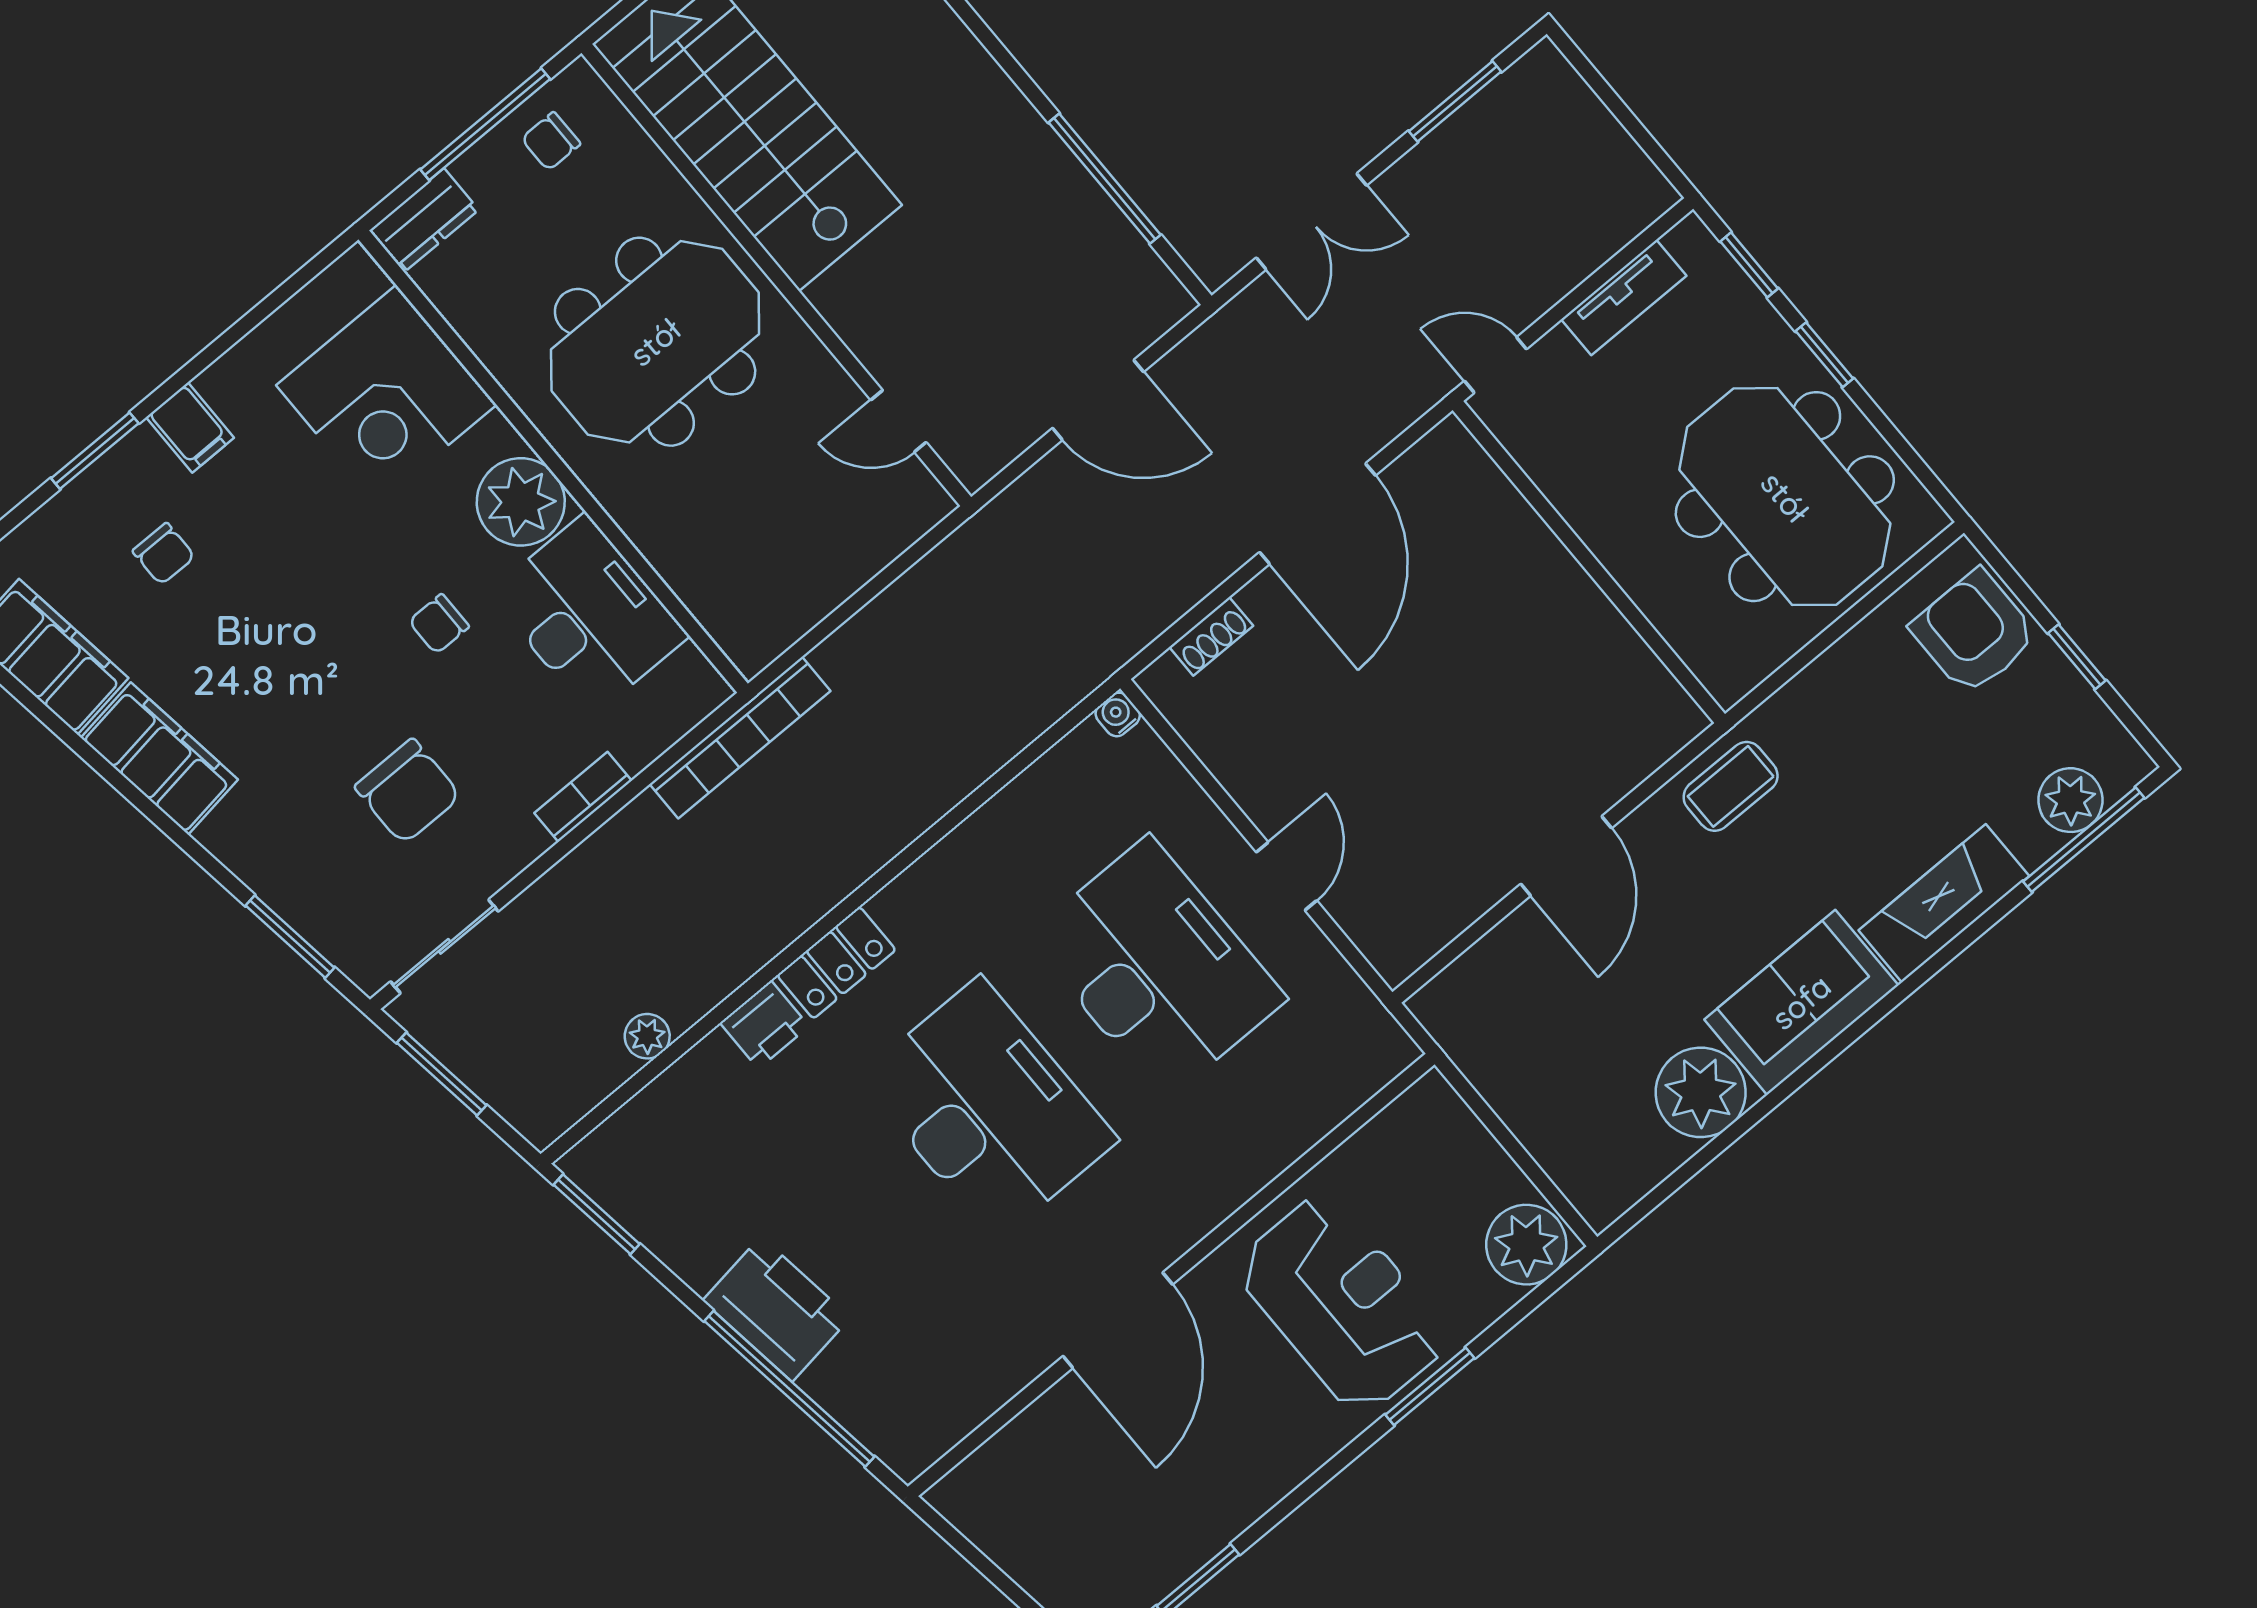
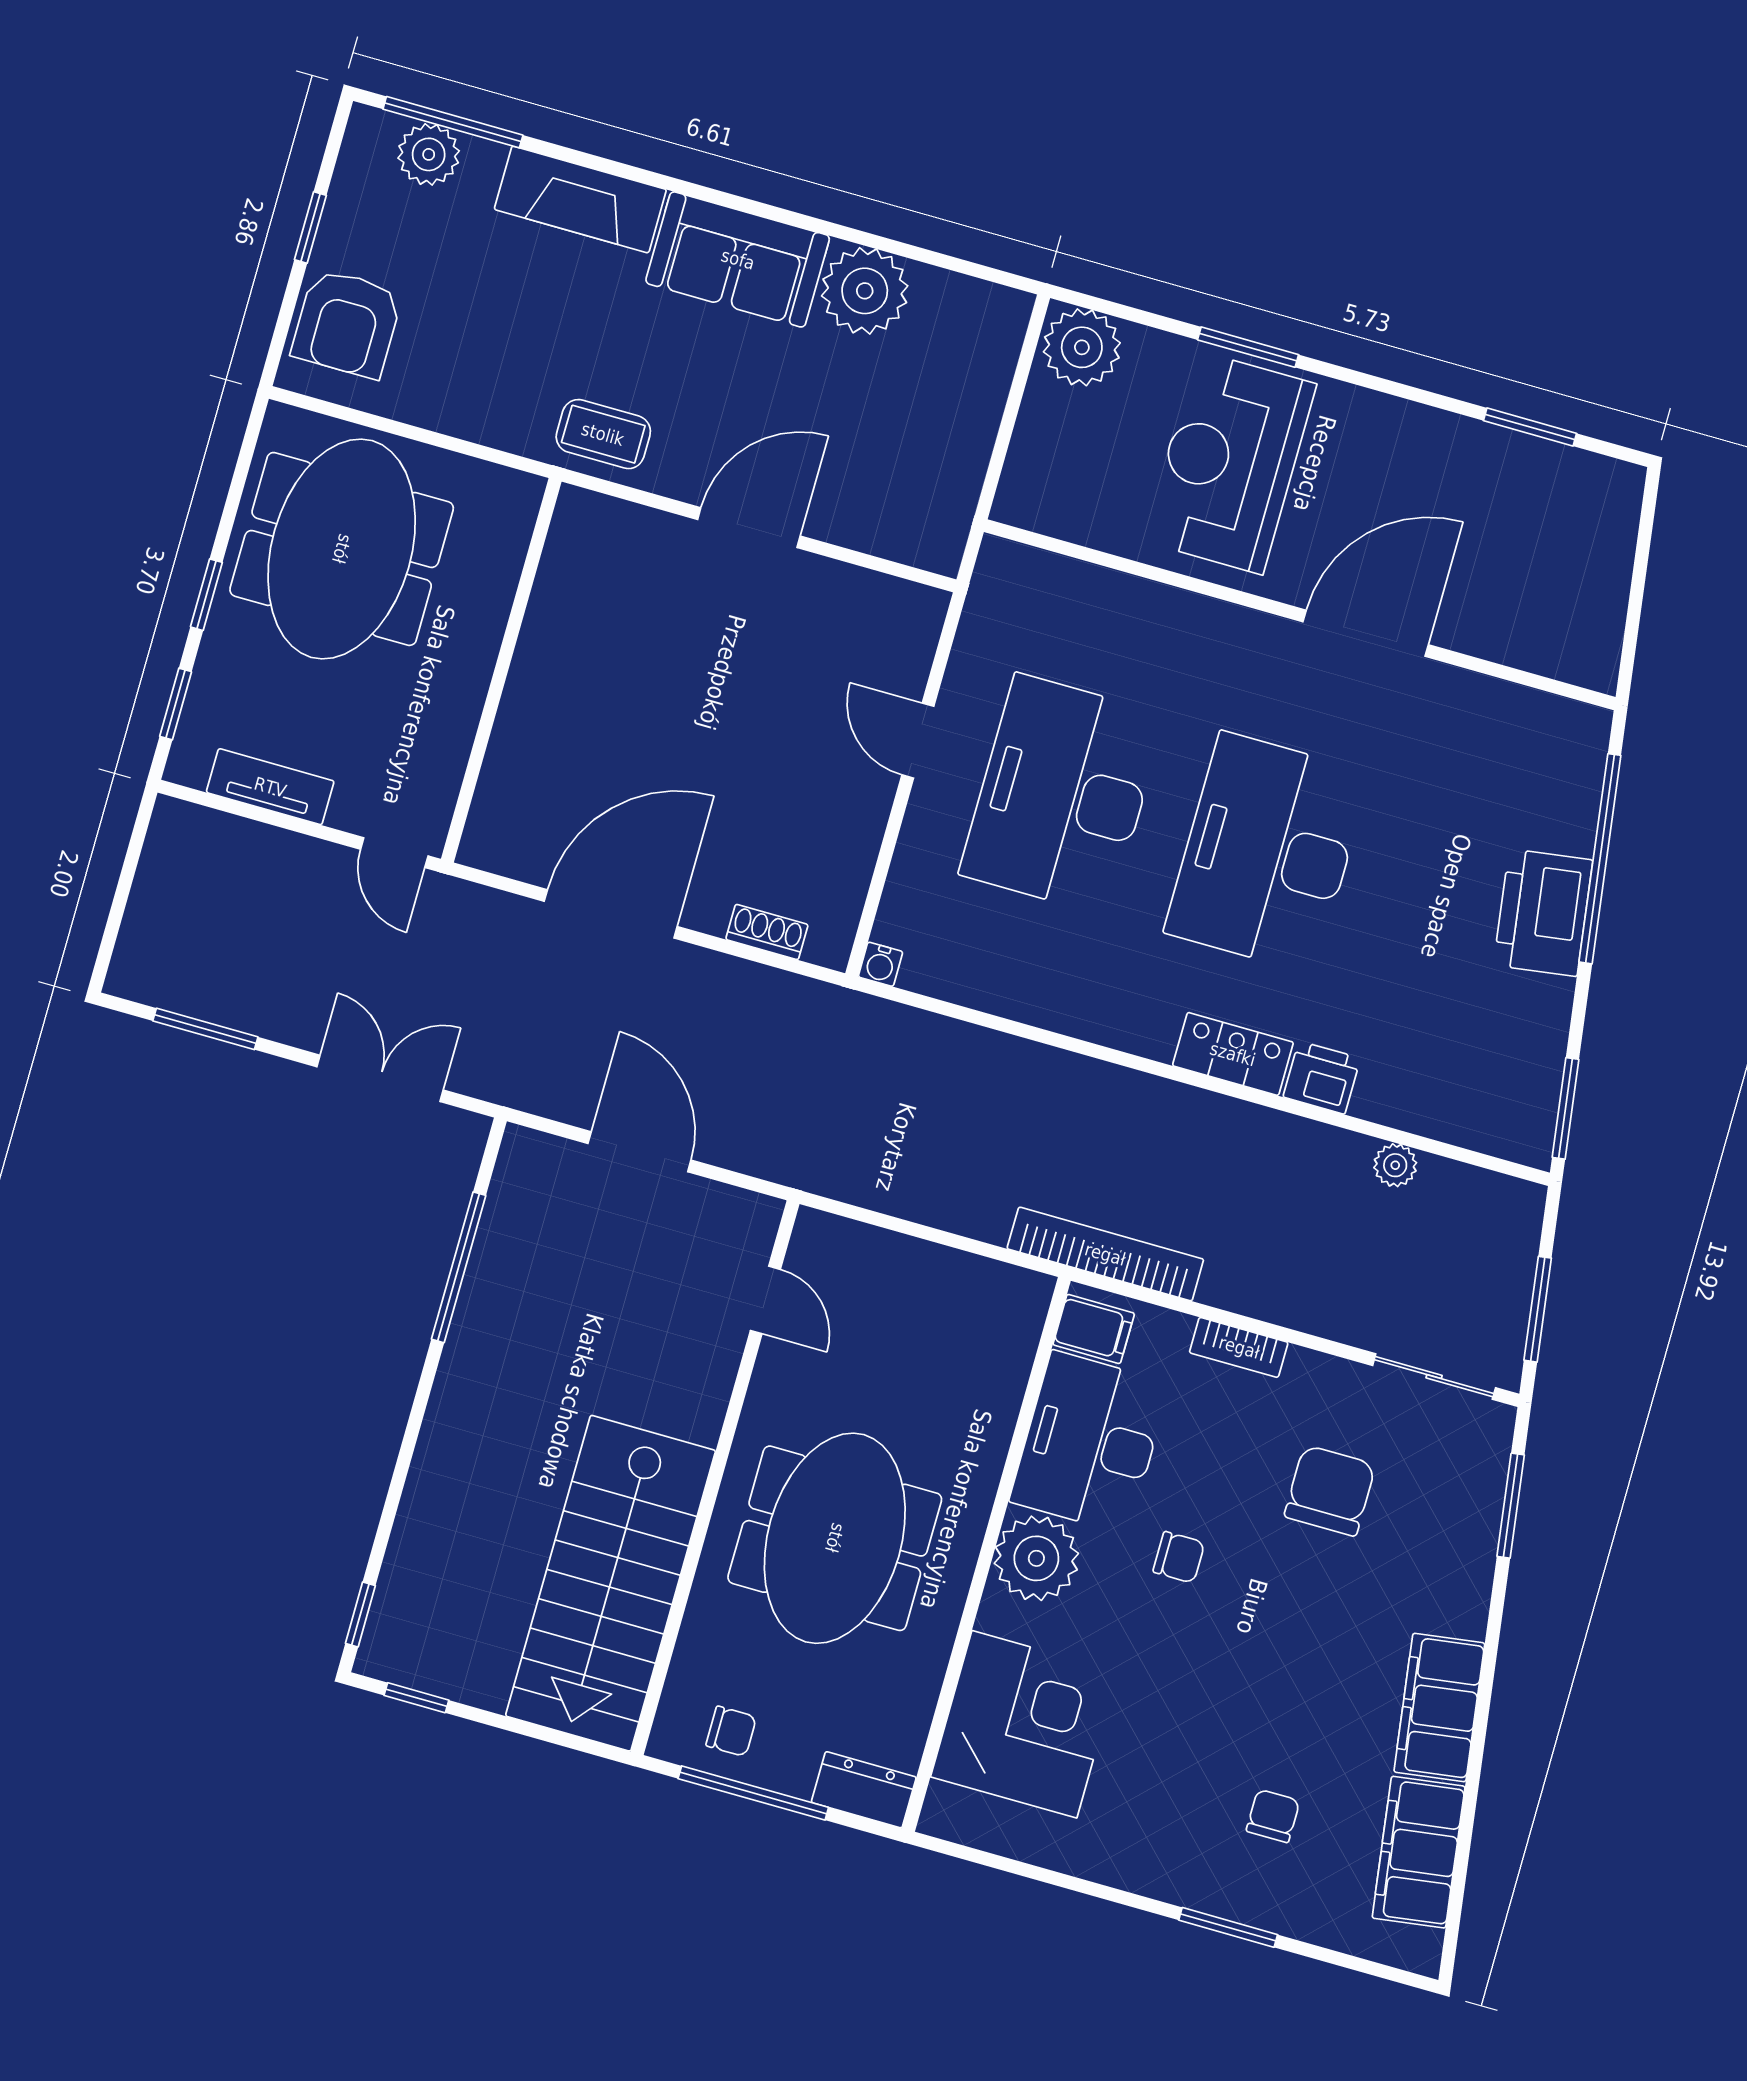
meeting table: (655, 342) -> (835, 1538), turned 90
filing cabinet: (190, 427) -> (1094, 1329), moved, turned 90
door: (1287, 876) -> (918, 741), hinge flipped

